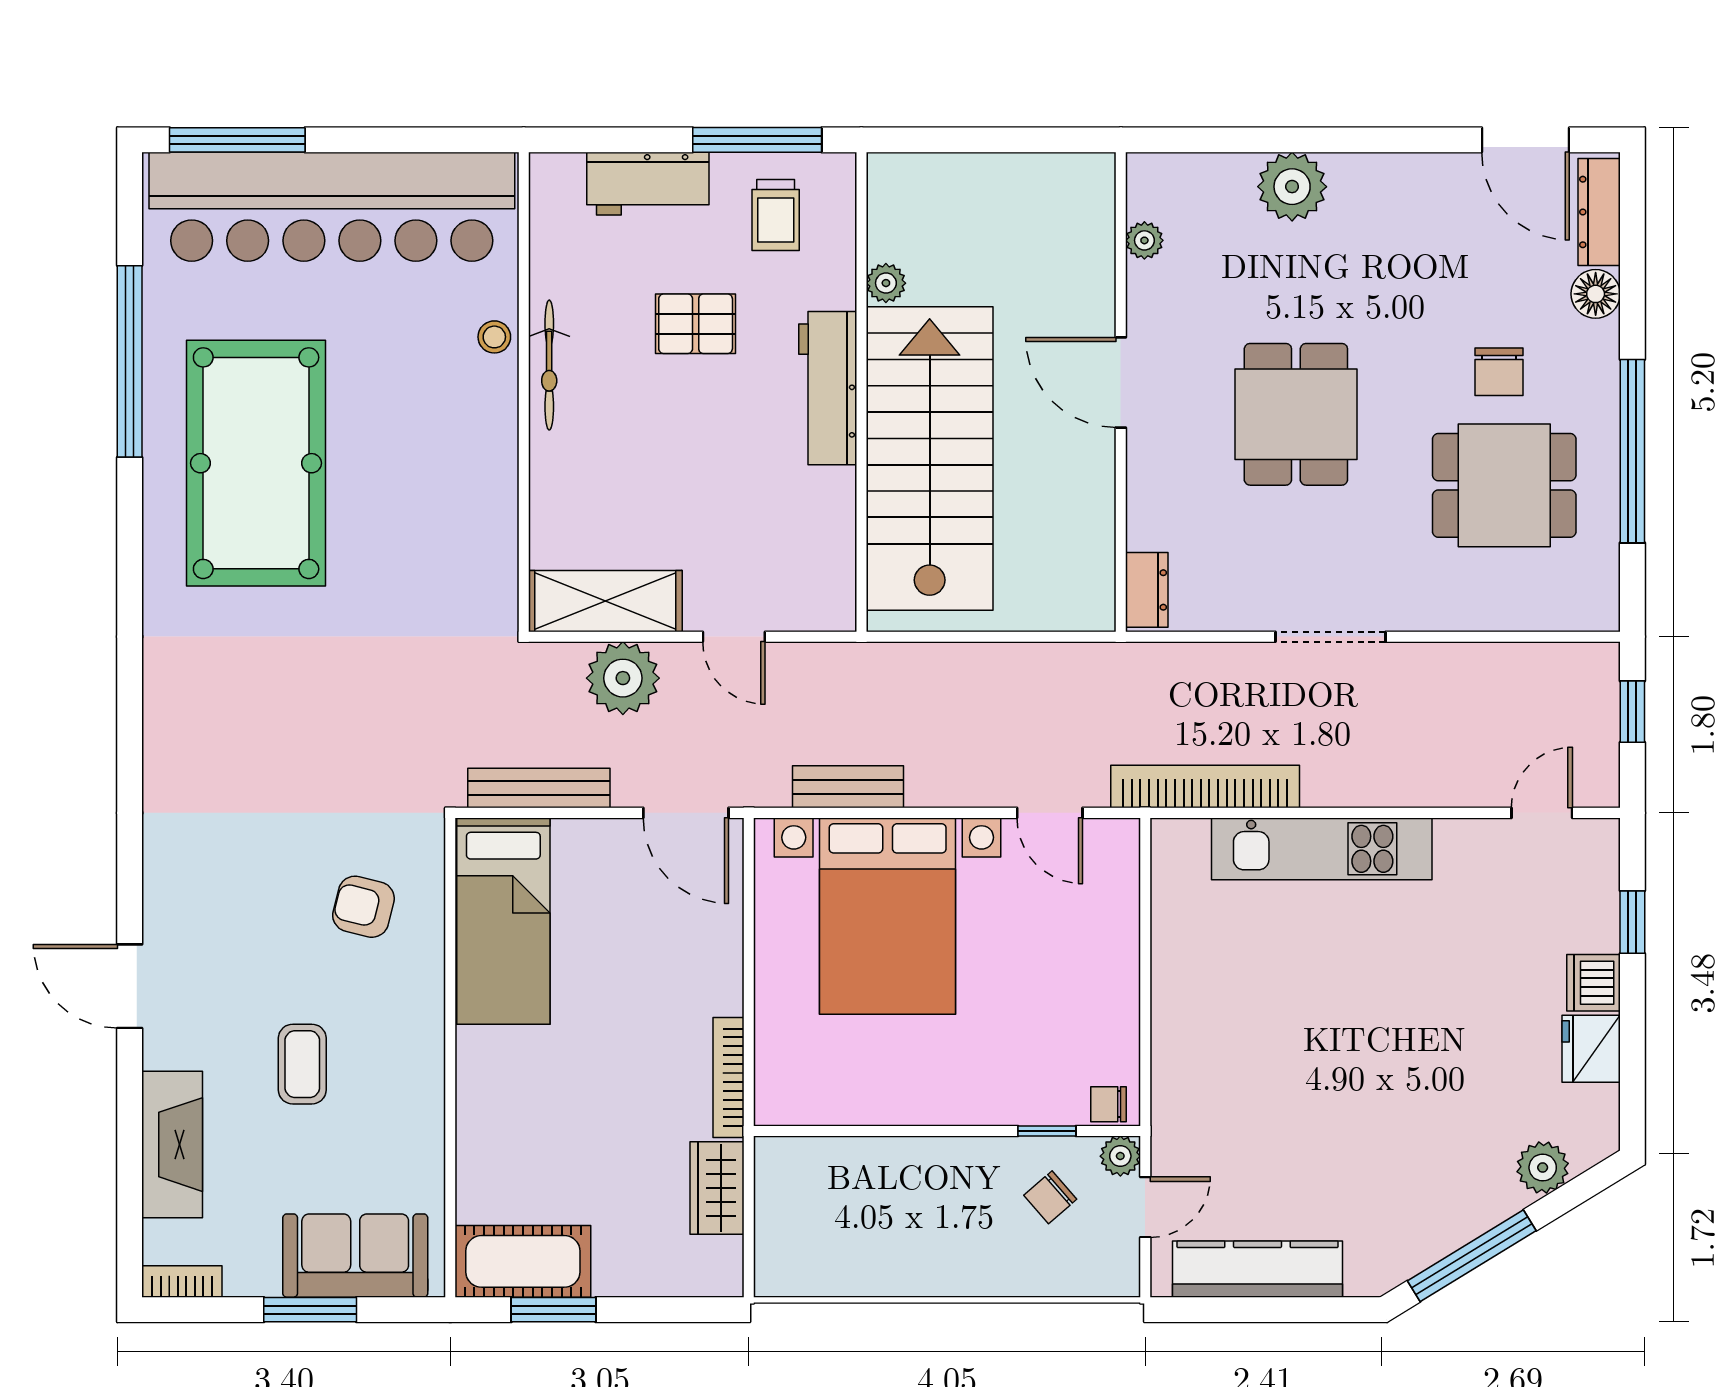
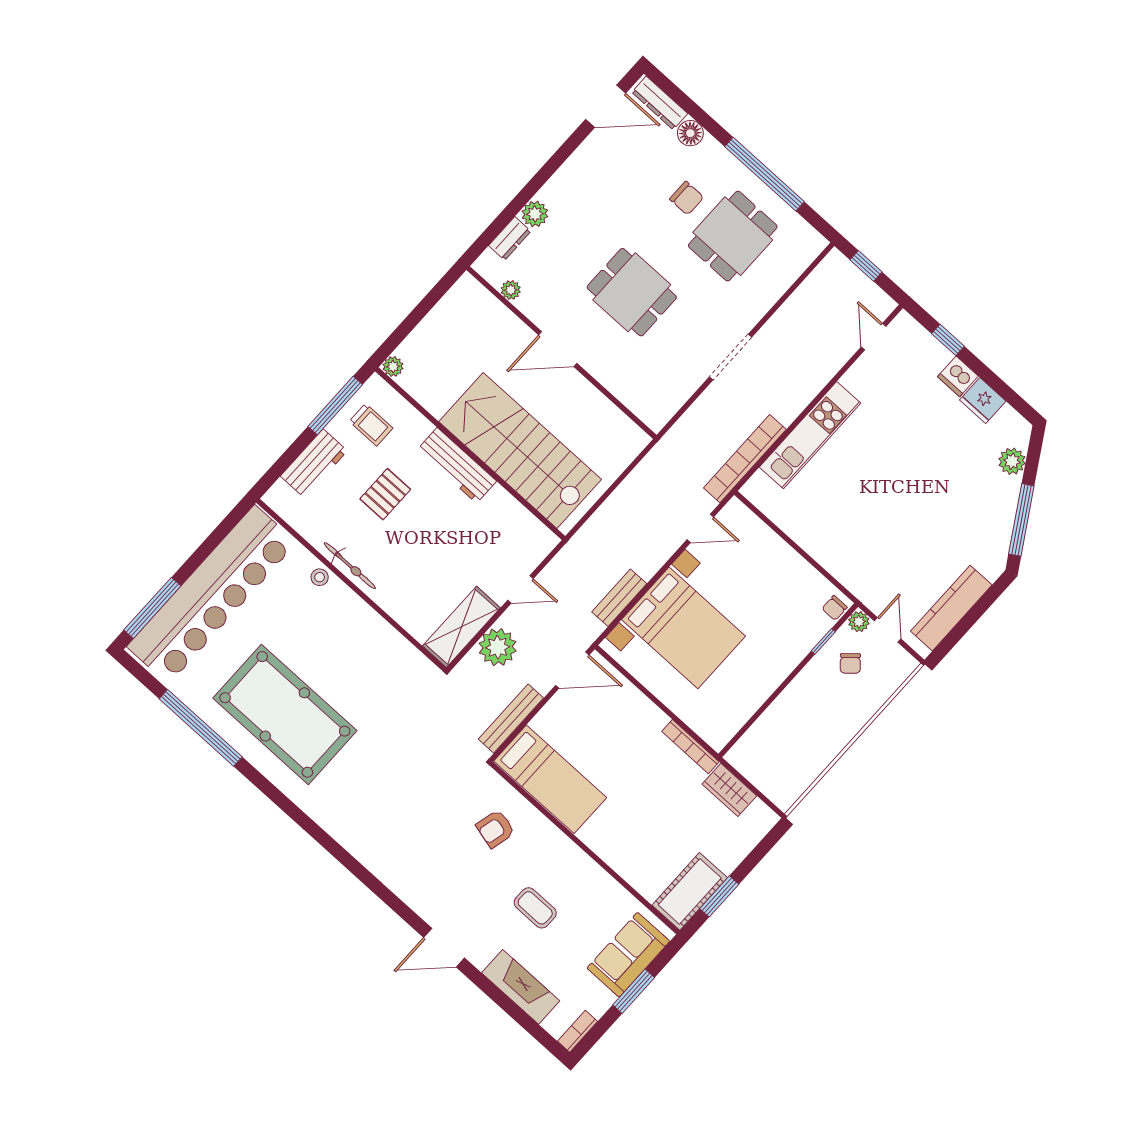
plant: (1292, 187) -> (535, 214), width x0.73, depth x0.73
plant: (886, 283) -> (393, 367), moved
dresser: (1147, 590) -> (510, 238), moved, turned 90

